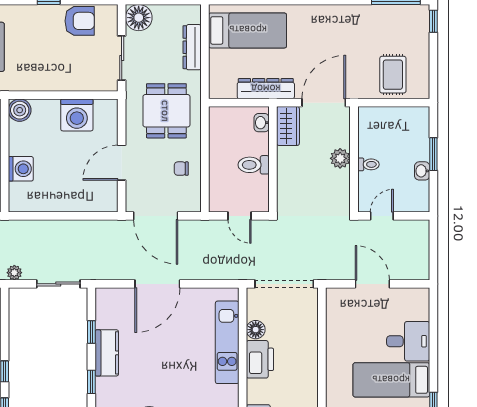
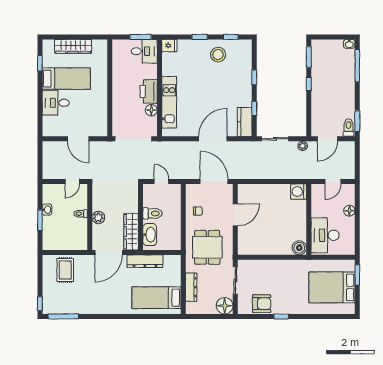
armchair: (80, 21) -> (262, 304), turned 180
washing machine: (77, 115) -> (263, 245), removed
washbasin: (262, 123) -> (150, 235), width x1.91, depth x1.45
wardrobe: (288, 126) -> (131, 232), width x1.50
washing machine: (21, 169) -> (299, 192), moved
kitchen counter: (107, 353) -> (245, 122), moved

